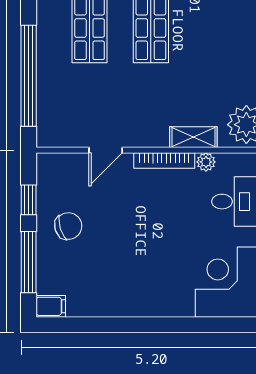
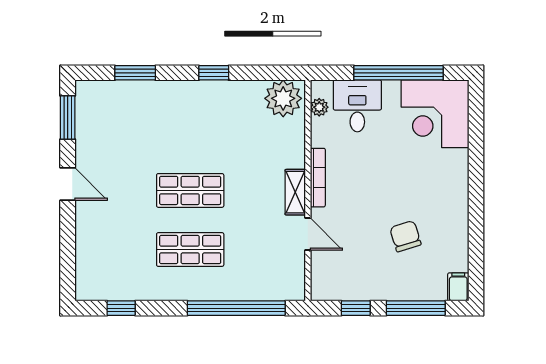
shelving: (193, 137) -> (295, 192), moved
plant: (206, 162) -> (319, 107), moved
chair: (68, 226) -> (405, 236), moved

